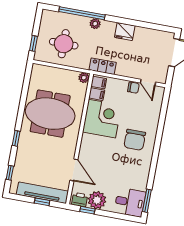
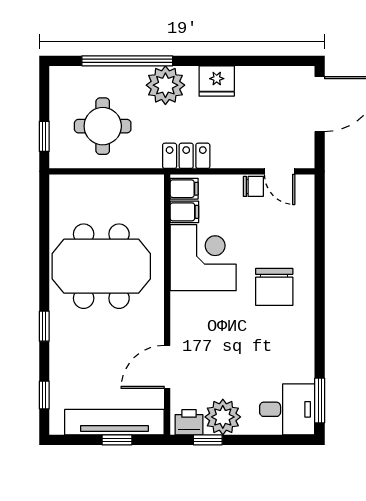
plant: (95, 24) -> (165, 85), width x1.87, depth x1.87
plant: (84, 78) -> (154, 185), removed
door: (74, 170) -> (167, 367), swing flipped

